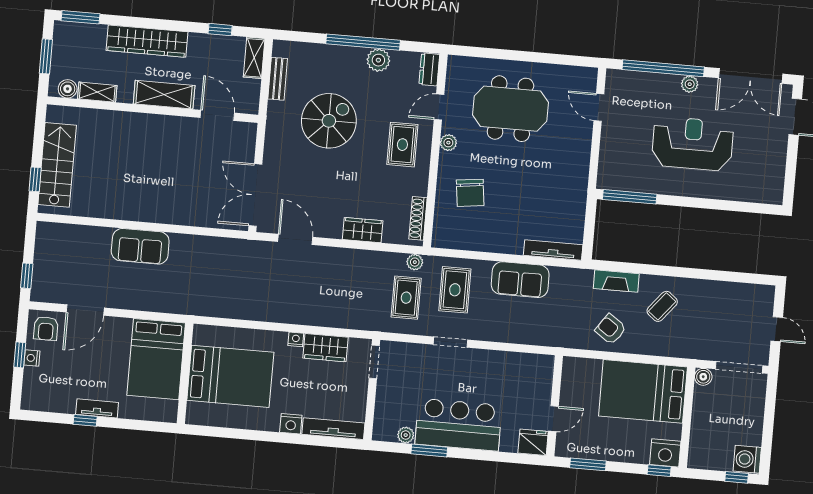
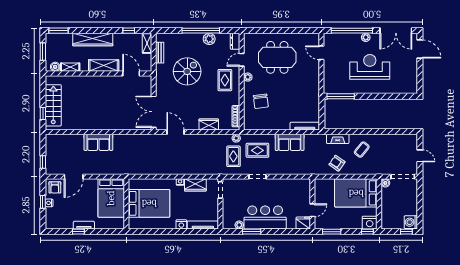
rug: (455, 290) -> (257, 150), turned 90

